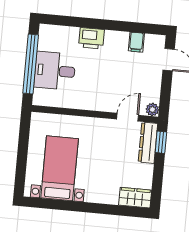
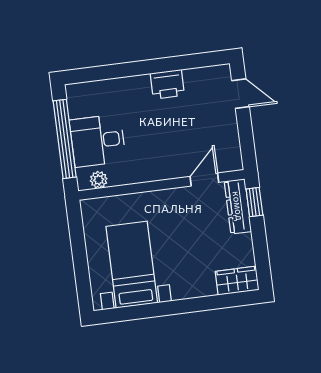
printer: (91, 38) -> (167, 84), moved
filing cabinet: (136, 42) -> (194, 80), removed
plant: (152, 110) -> (99, 180), moved

